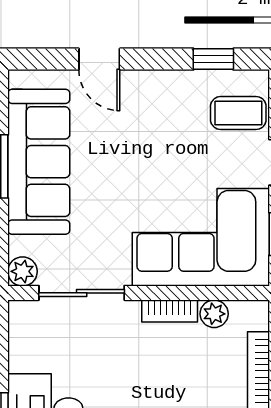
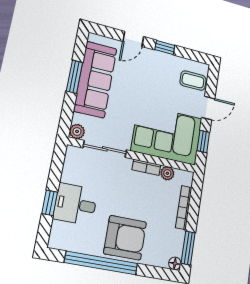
door: (99, 59) -> (133, 39), hinge flipped
window: (213, 59) -> (165, 48), moved

